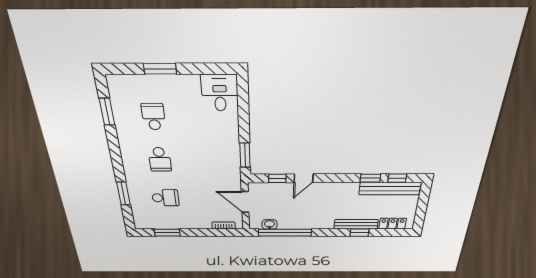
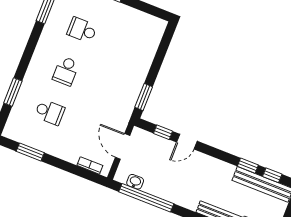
desk: (220, 93) -> (148, 31), removed
school desk: (154, 117) -> (82, 30), turned -90

